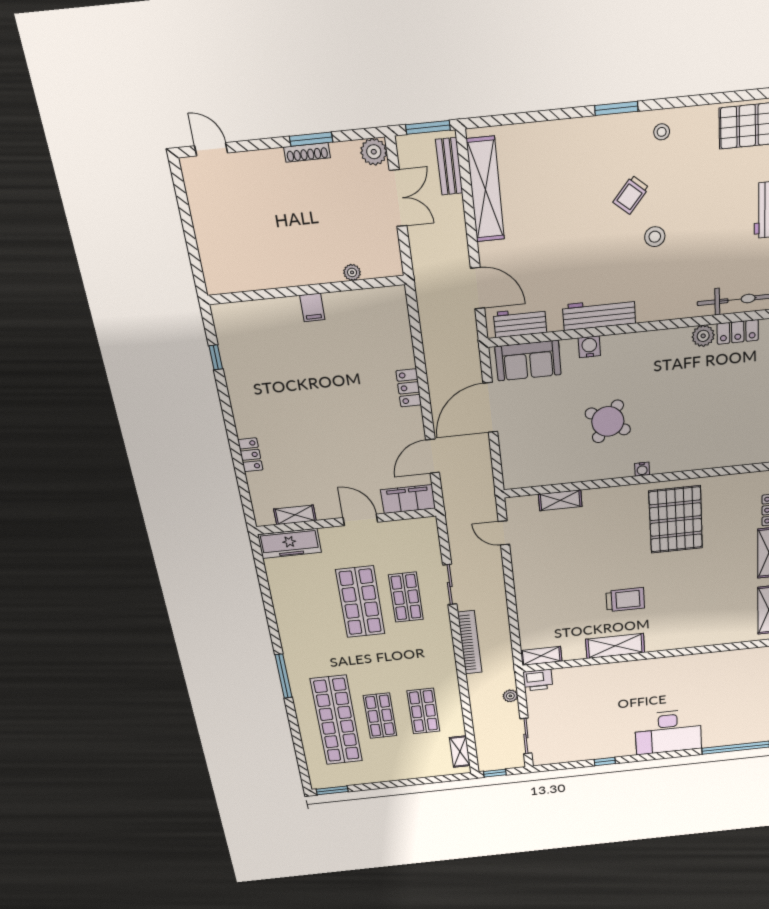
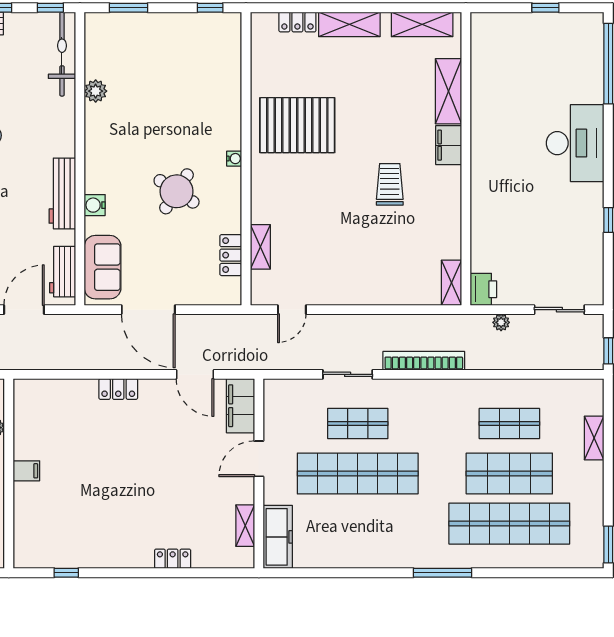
locker: (738, 332) -> (231, 255), moved, turned 180
shop shelf: (360, 602) -> (358, 474), width x1.40
filing cabinet: (662, 641) -> (449, 145), added
shelving: (615, 646) -> (449, 91), moved
shop shelf: (380, 716) -> (509, 474), width x1.43, depth x1.36
shelving: (460, 752) -> (594, 438), moved, turned 90

